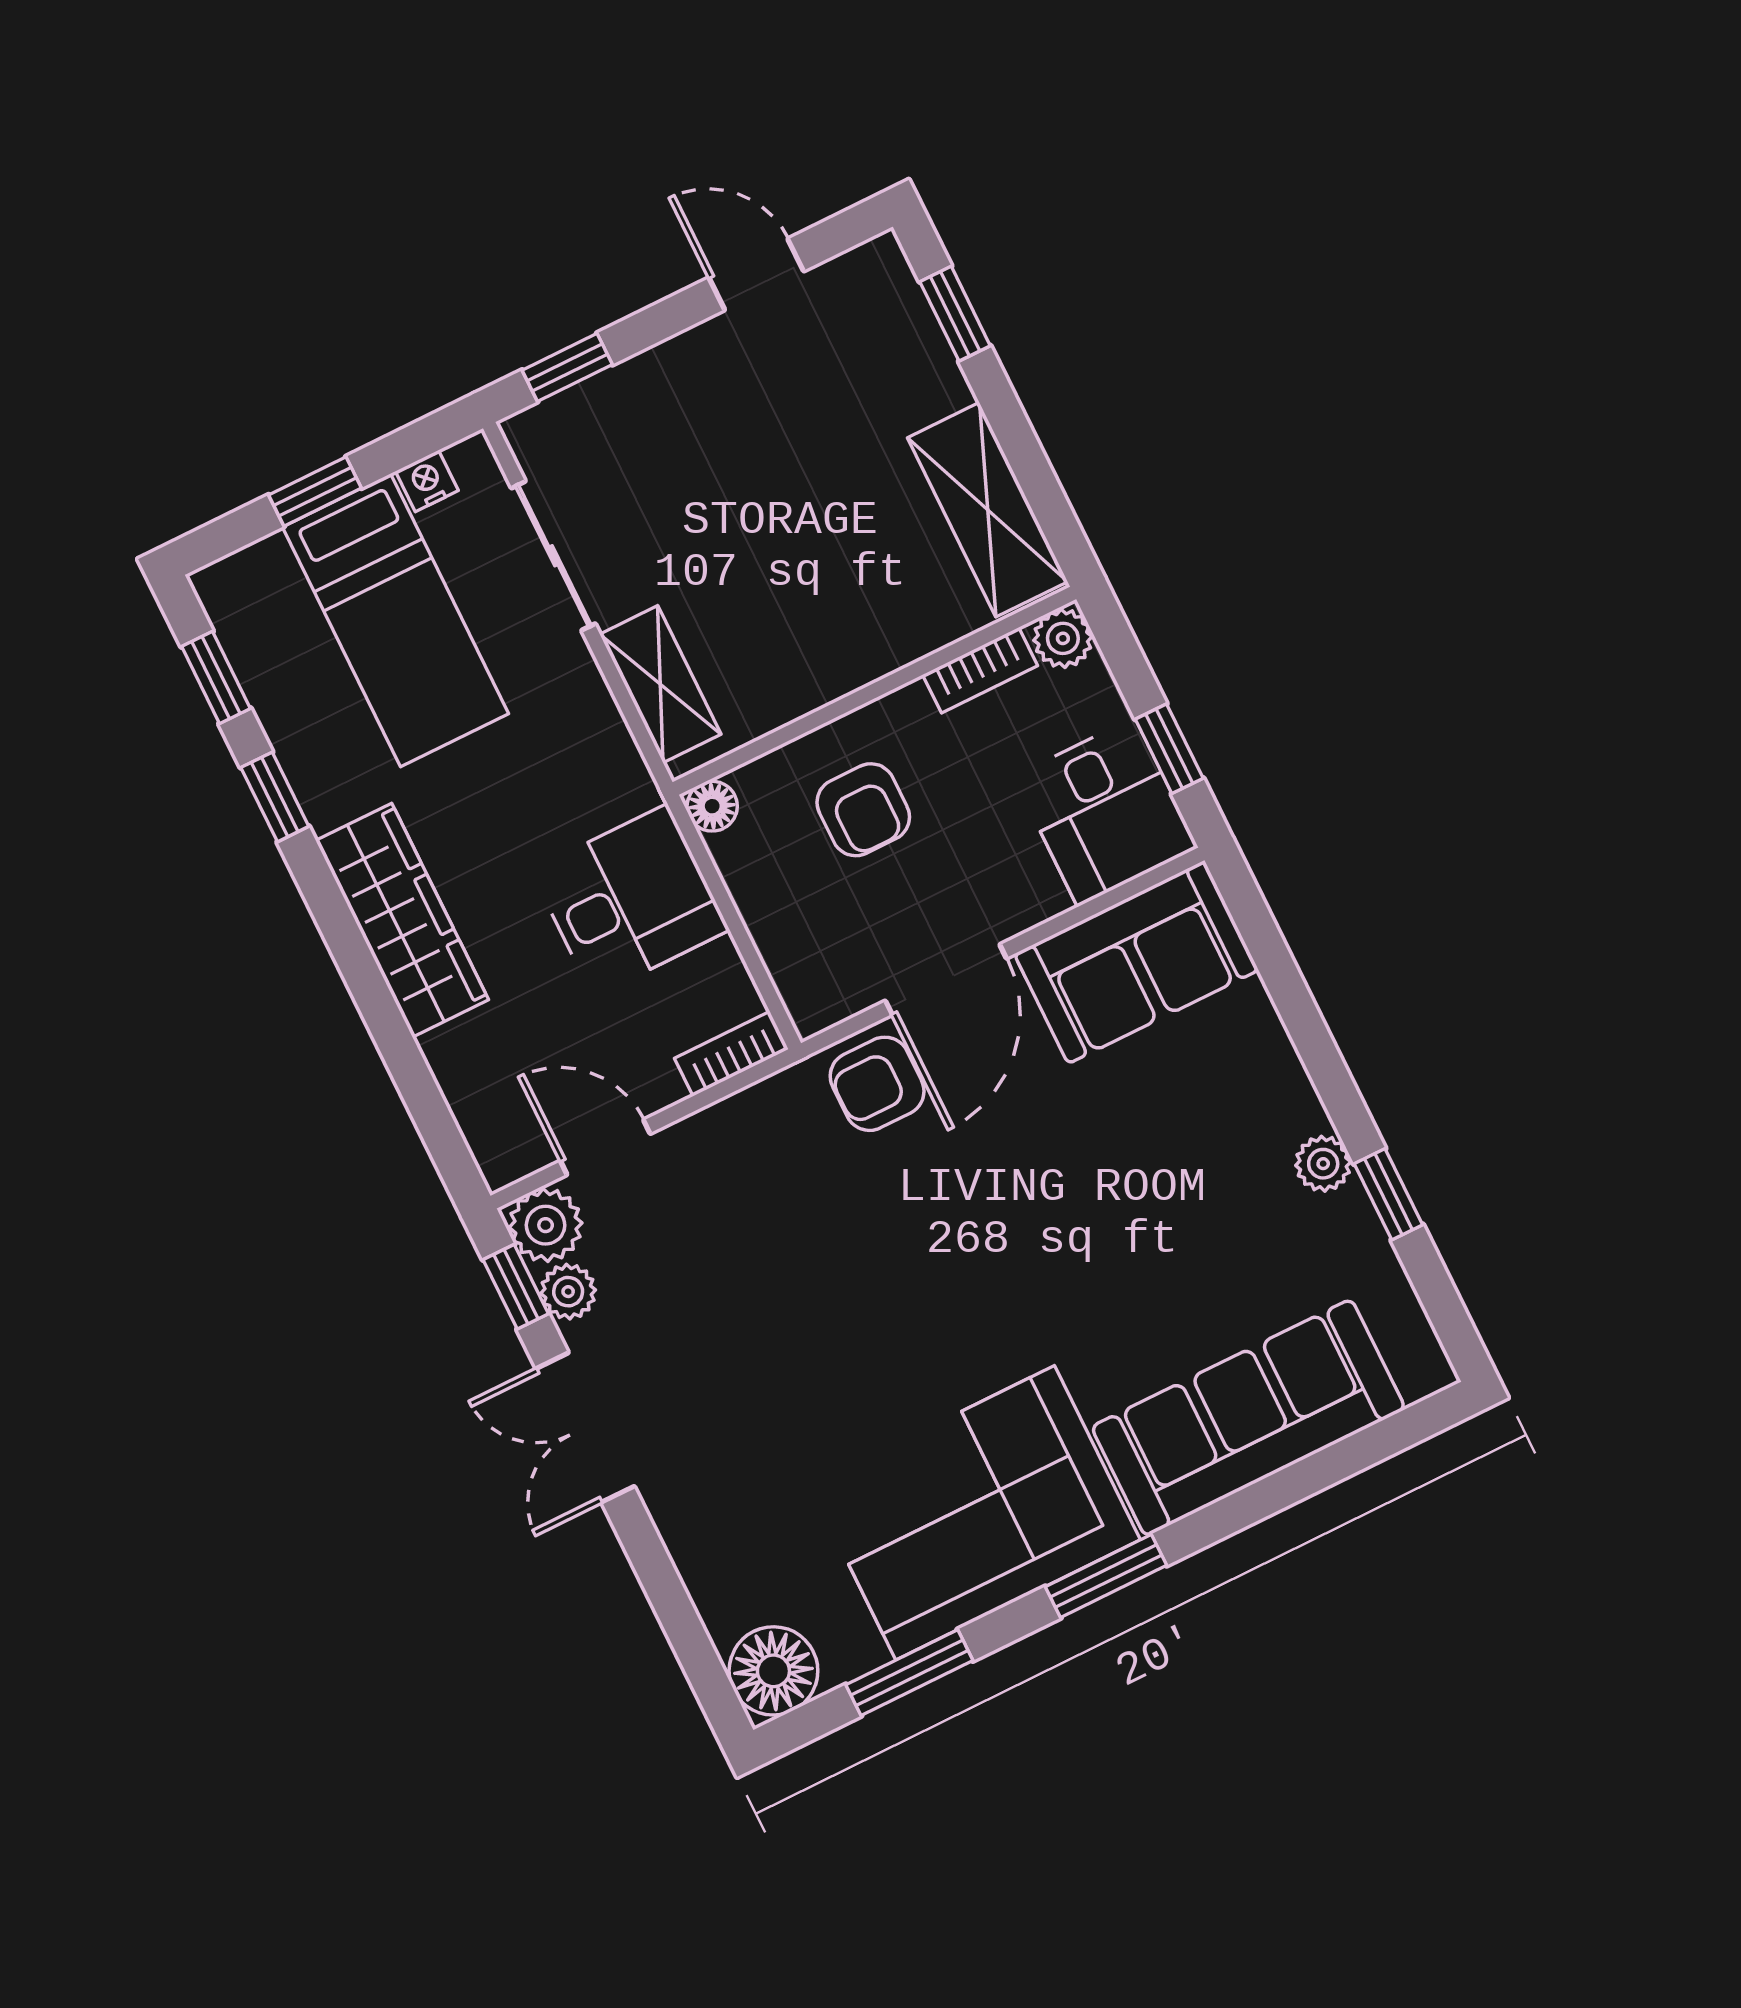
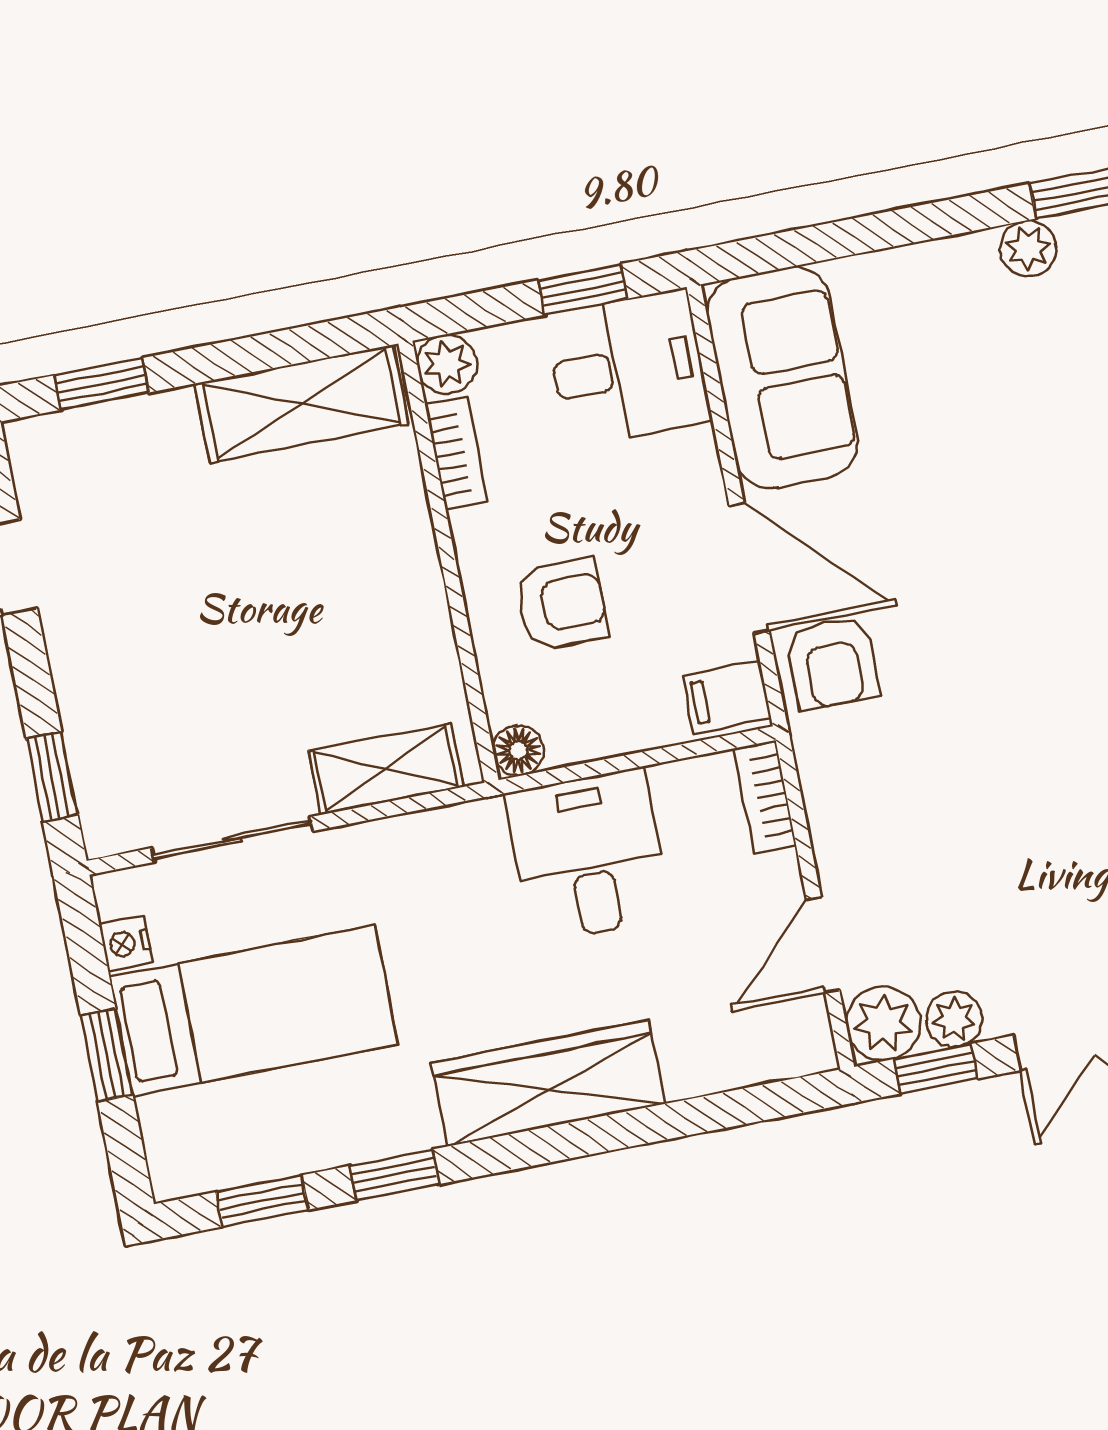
filing cabinet: (817, 992) -> (727, 697), added

